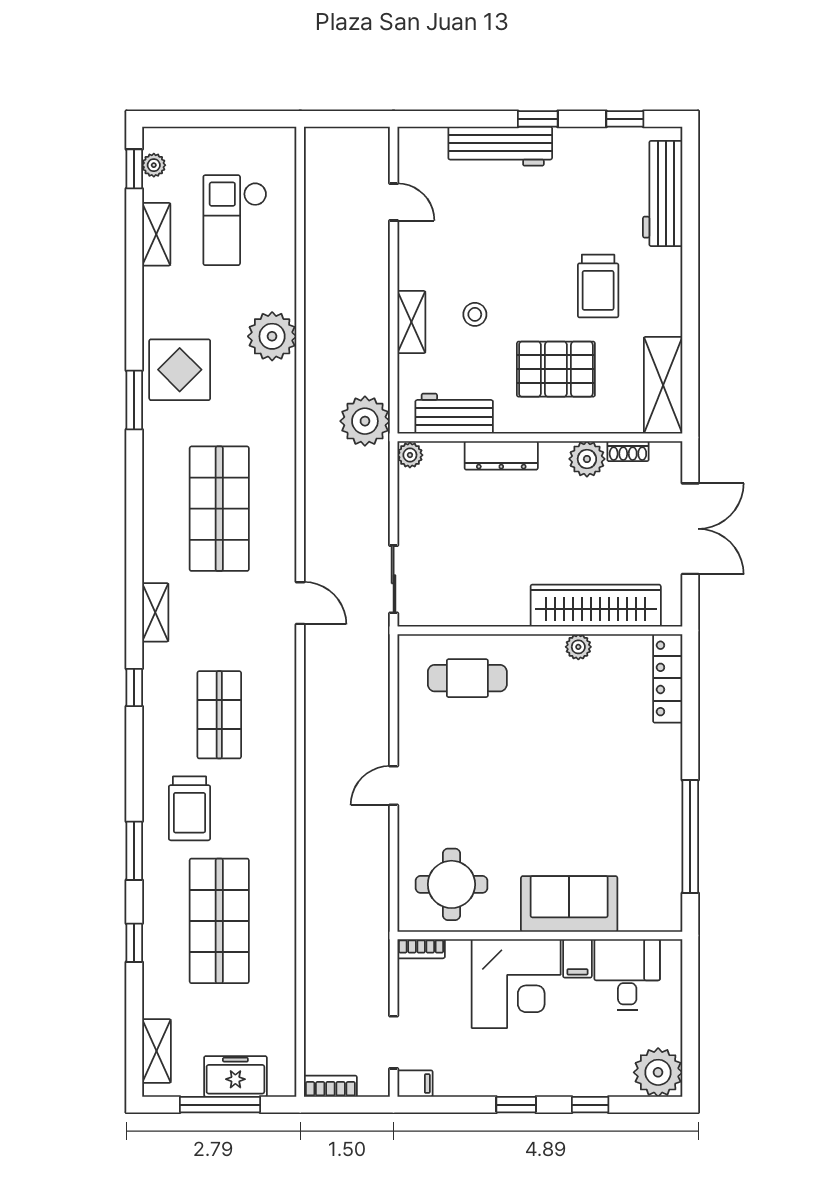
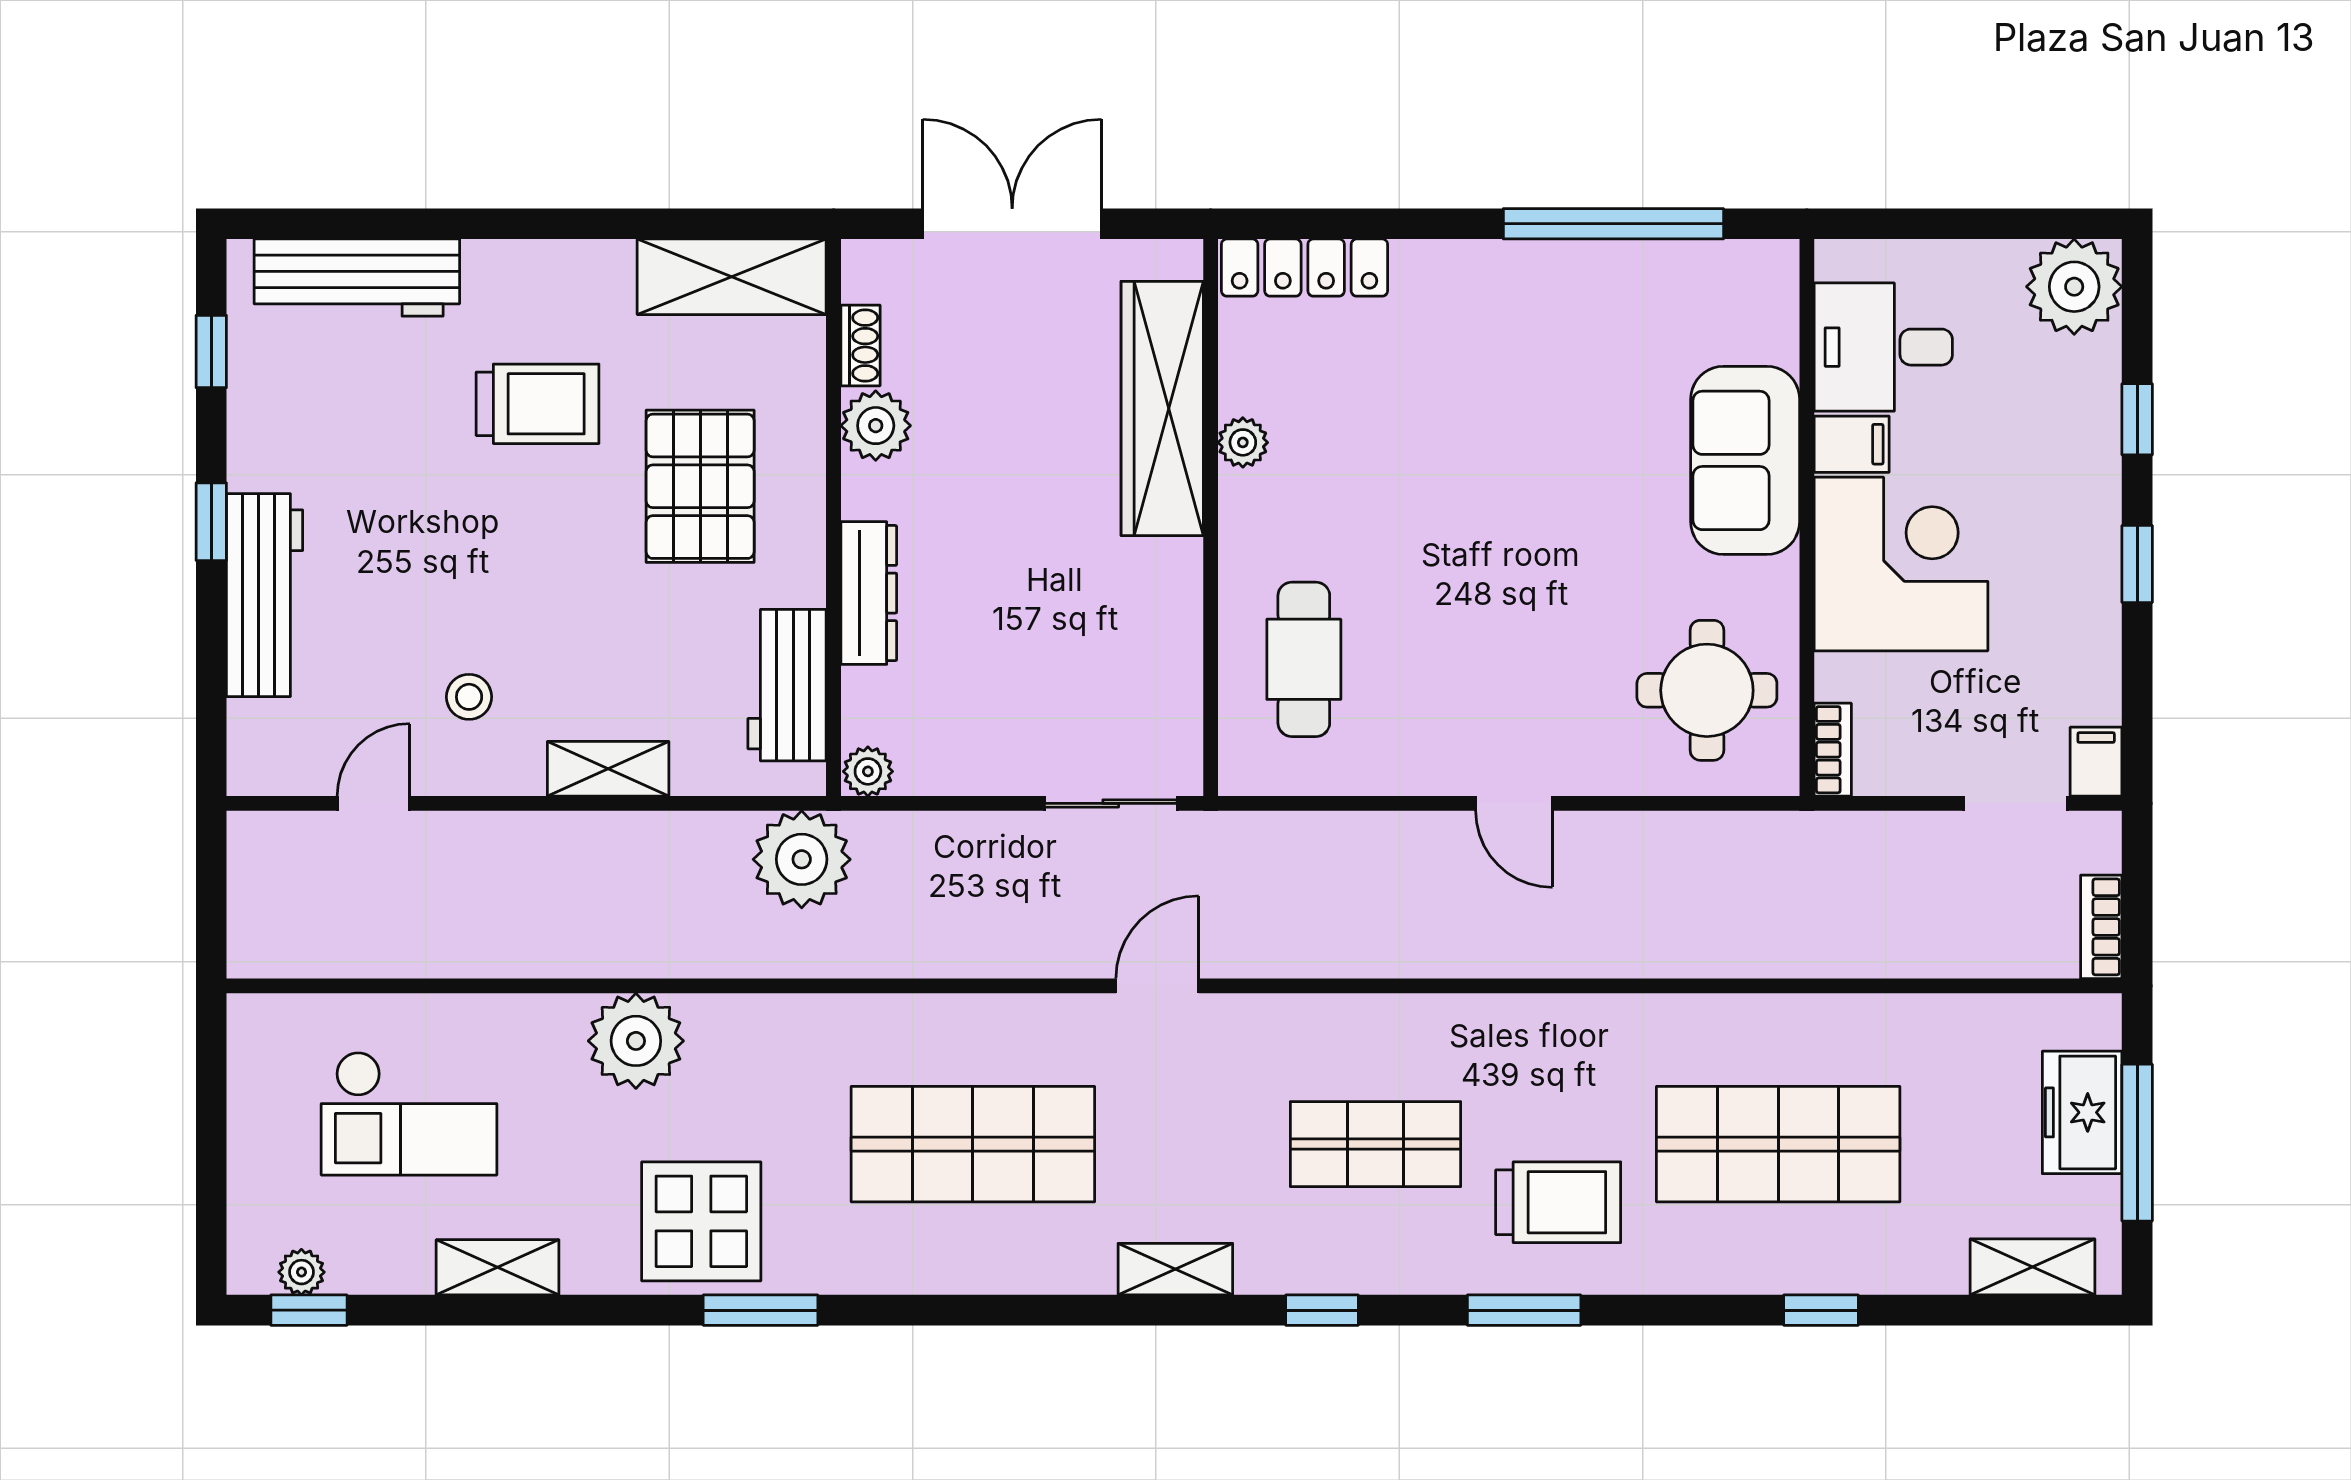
shelving: (156, 234) -> (498, 1267), moved
stool: (475, 314) -> (469, 697), moved
window: (134, 851) -> (1524, 1310), moved

